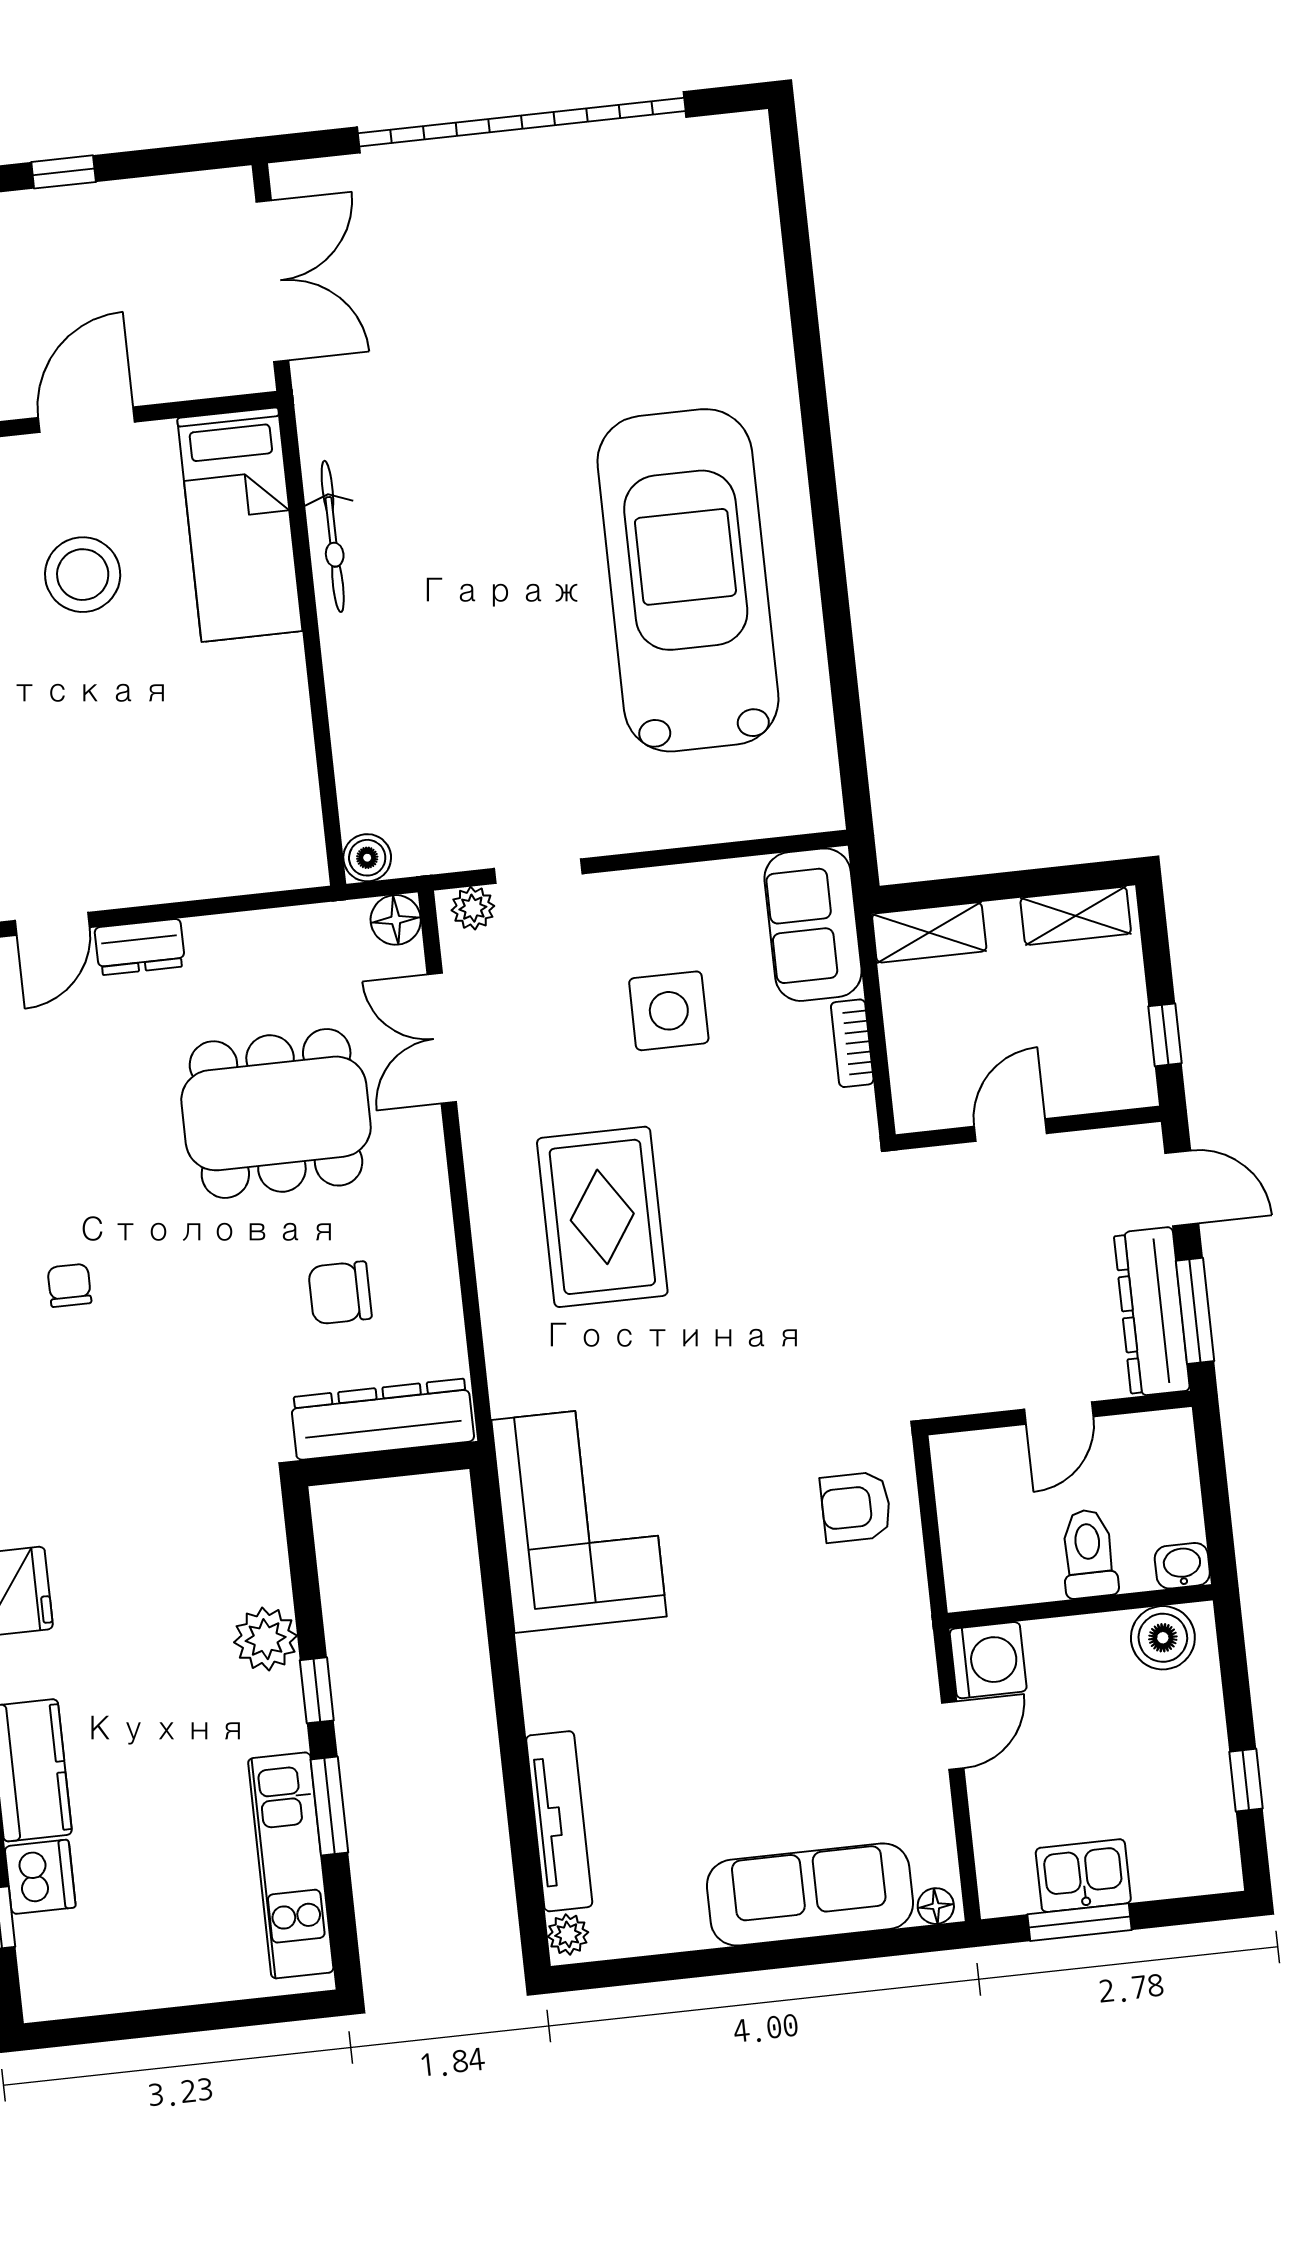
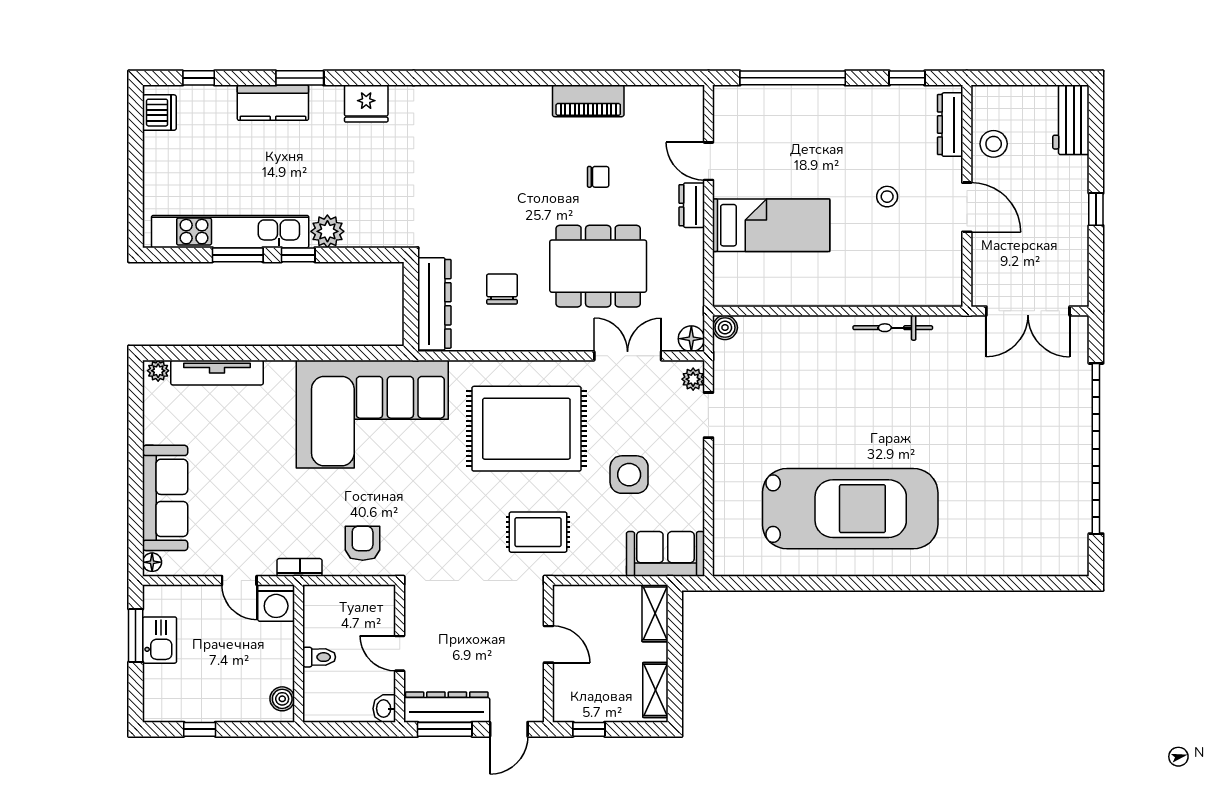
bed: (240, 525) -> (771, 225), moved, turned 180
stool: (83, 575) -> (887, 197), width x0.53, depth x0.53
bookcase: (852, 1043) -> (300, 567), moved
dining table: (276, 1113) -> (598, 266), turned 90
rug: (798, 1173) -> (538, 532), added
rug: (602, 1217) -> (526, 429), width x1.37, depth x1.44
chair: (69, 1285) -> (598, 177), moved
corner sofa: (579, 1518) -> (372, 414), width x1.36, depth x1.36
toilet: (1089, 1554) -> (319, 657), width x0.73, depth x0.72
washbasin: (1182, 1566) -> (384, 709), moved, turned 180
boiler: (1163, 1638) -> (282, 699), width x0.73, depth x0.73
kitchen unit: (291, 1865) -> (230, 232), width x1.36
dishwasher: (40, 1877) -> (159, 113), moved, turned -90

